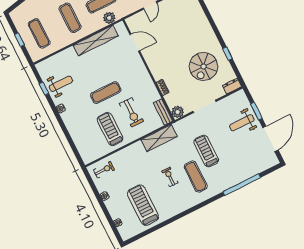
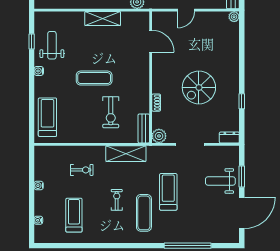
shelving: (96, 41) -> (103, 19), width x0.68
spiral stairs: (203, 66) -> (199, 87), moved
weight bench: (61, 84) -> (52, 45), turned -90
treadmill: (110, 129) -> (47, 117), moved
exercise bike: (104, 170) -> (82, 170), moved
treadmill: (143, 205) -> (74, 215), width x0.73, depth x0.73

